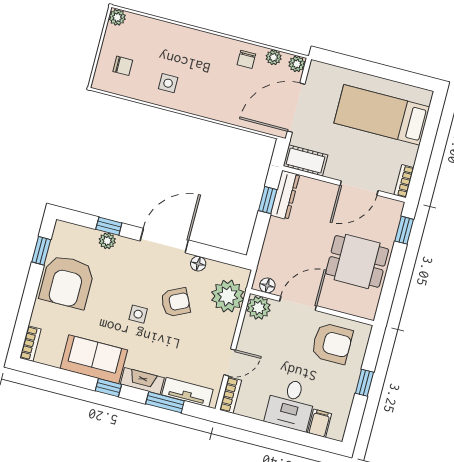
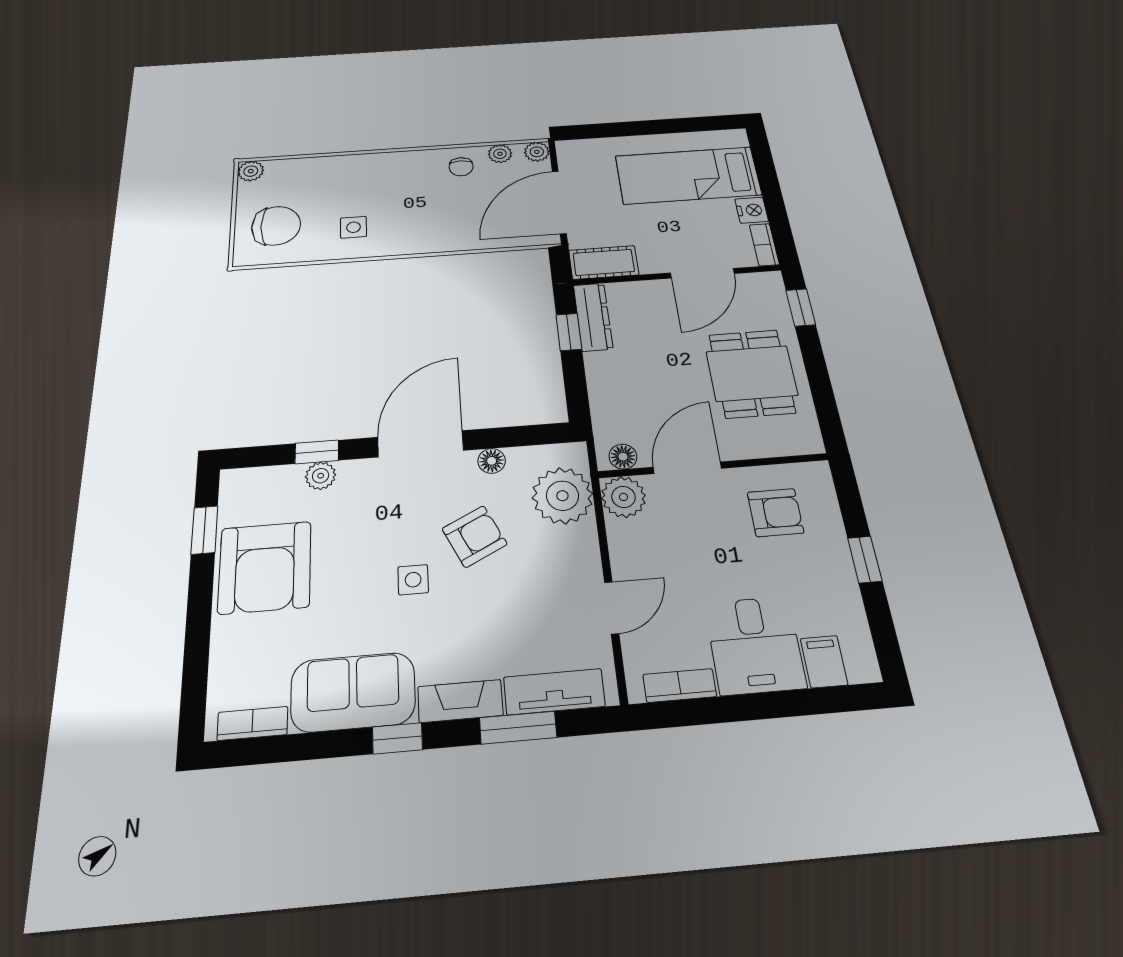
chair: (123, 66) -> (276, 226), width x1.87, depth x1.87
nightstand: (408, 154) -> (752, 210), added
dining table: (357, 261) -> (752, 373), turned 90
bookcase: (30, 343) -> (253, 723), moved, turned -90
armchair: (332, 343) -> (775, 513), width x0.72, depth x0.72
bookcase: (231, 395) -> (680, 685), moved, turned -90

